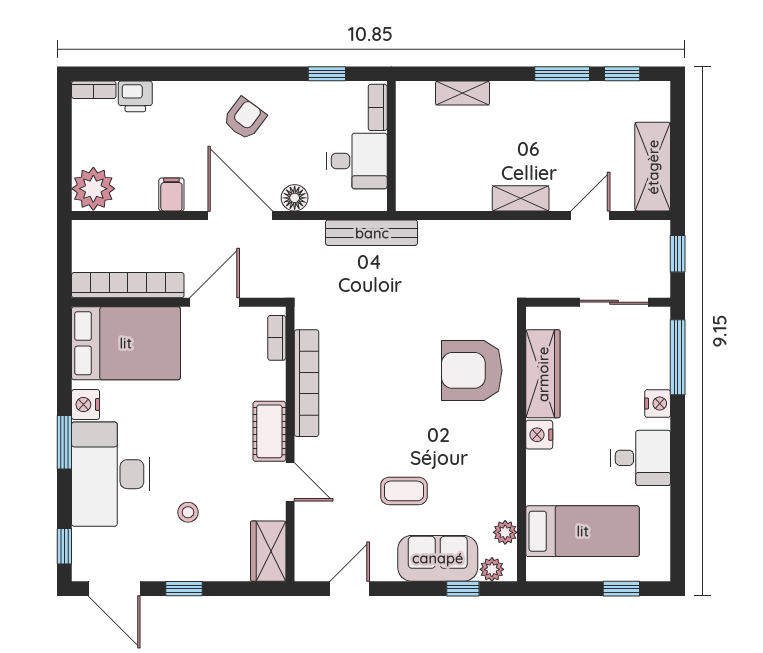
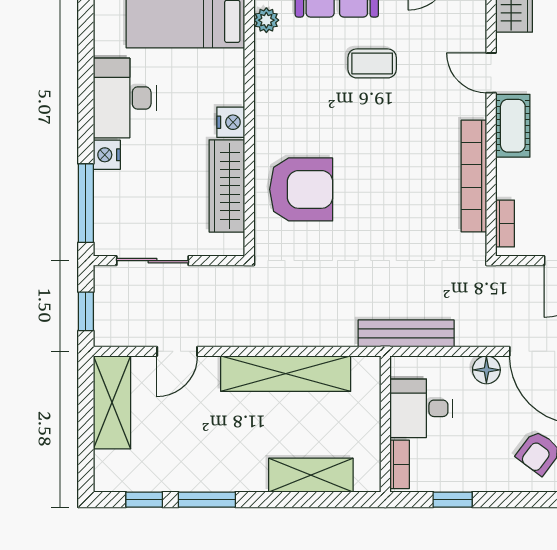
shelving: (462, 93) -> (311, 475), width x1.50, depth x1.33
shelving: (521, 198) -> (286, 374), width x2.20, depth x1.33
desk: (641, 458) -> (125, 98), width x1.37

